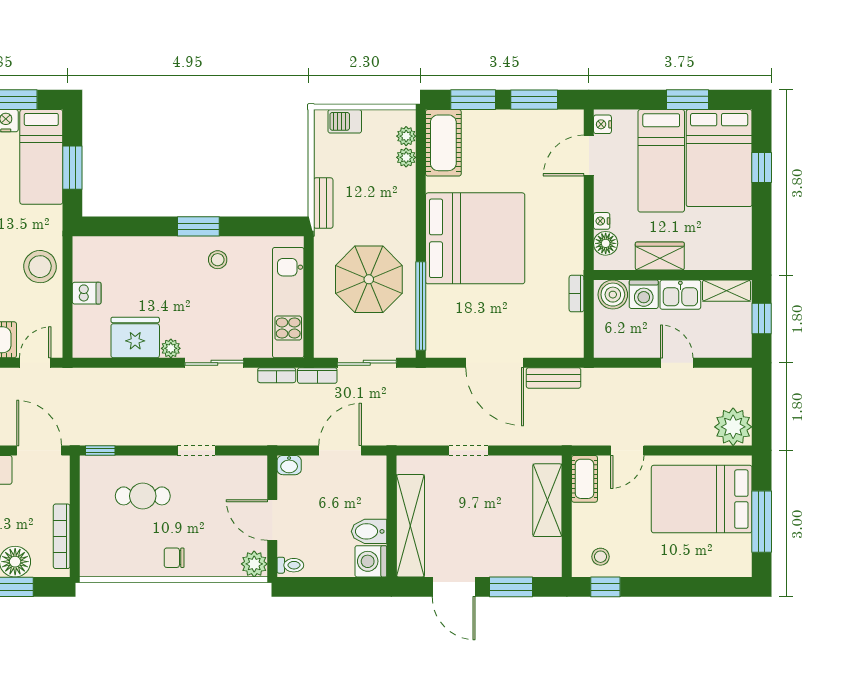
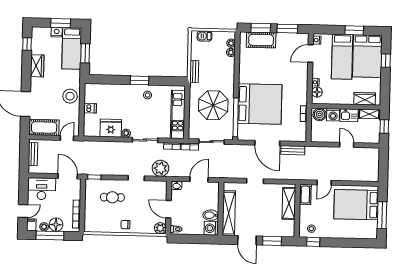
cot: (443, 143) -> (261, 40), moved, turned 90
bed: (475, 238) -> (260, 104), moved
wardrobe: (660, 256) -> (365, 99), moved
plant: (733, 427) -> (160, 168), moved

